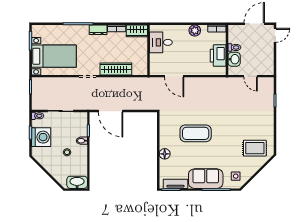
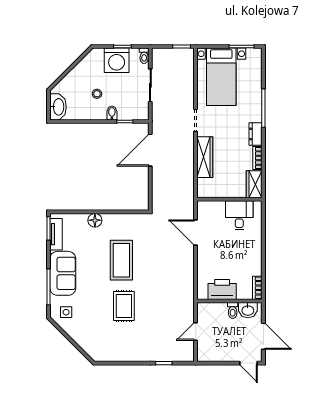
plant: (195, 30) -> (255, 259), removed
washbasin: (234, 59) -> (248, 310), moved
door: (174, 76) -> (196, 232), hinge flipped
rug: (255, 148) -> (124, 306), moved

